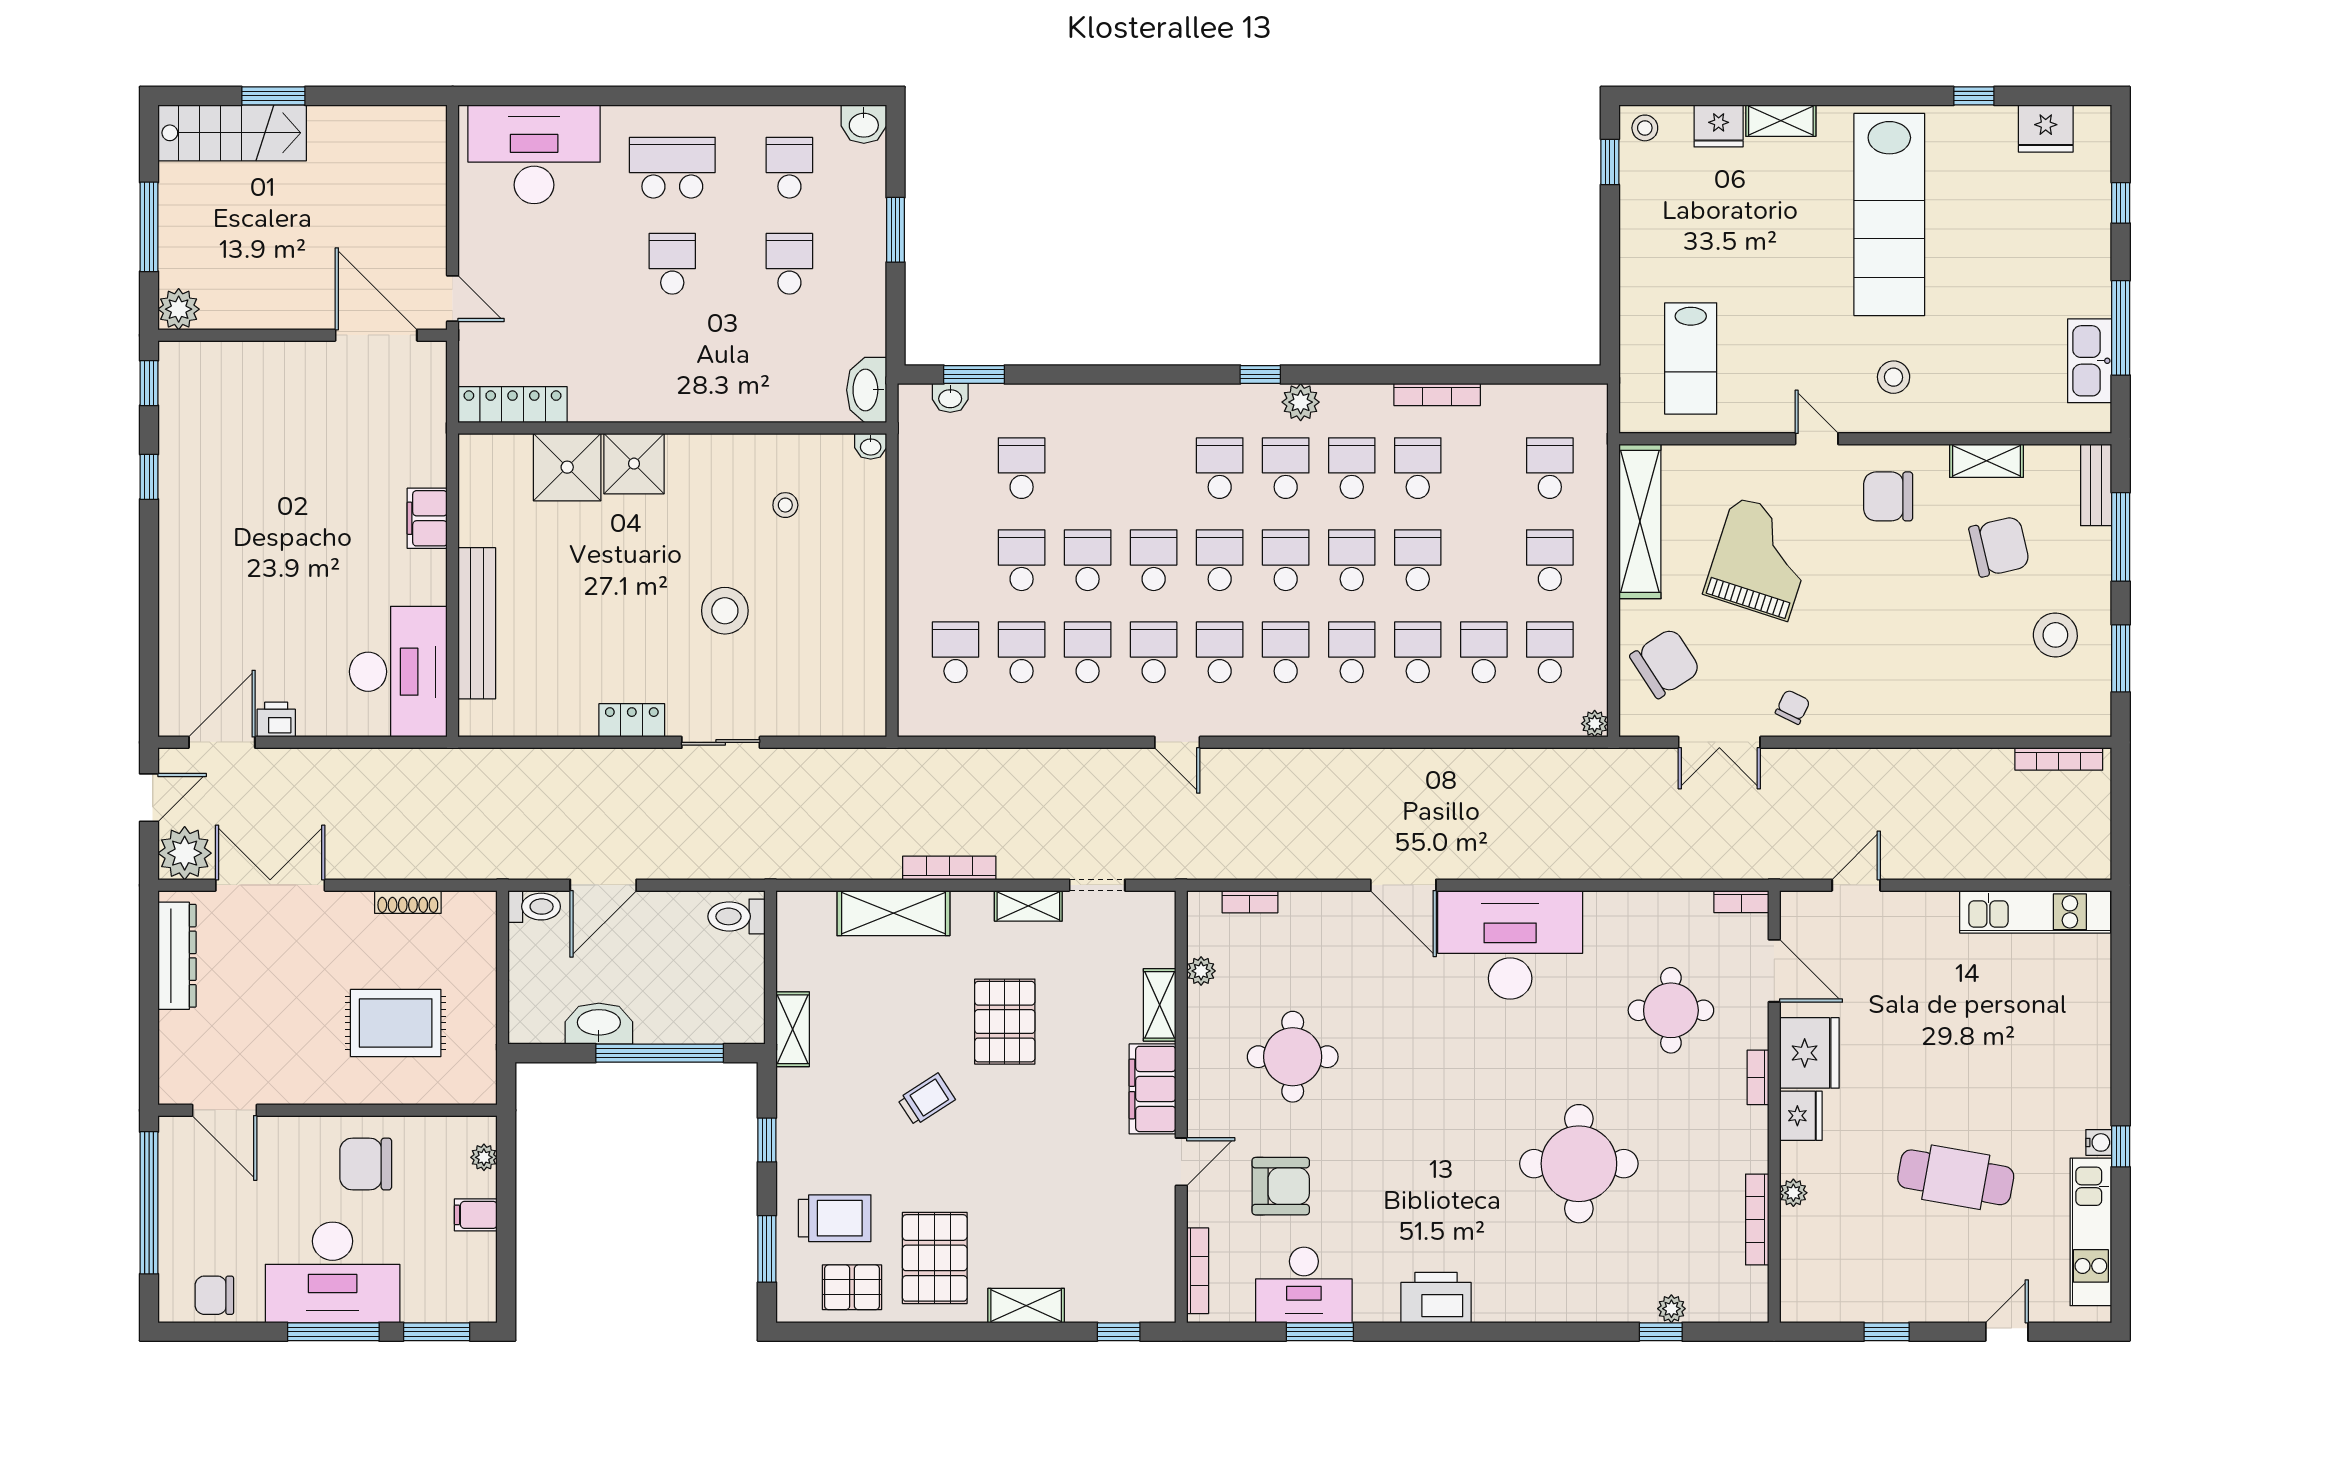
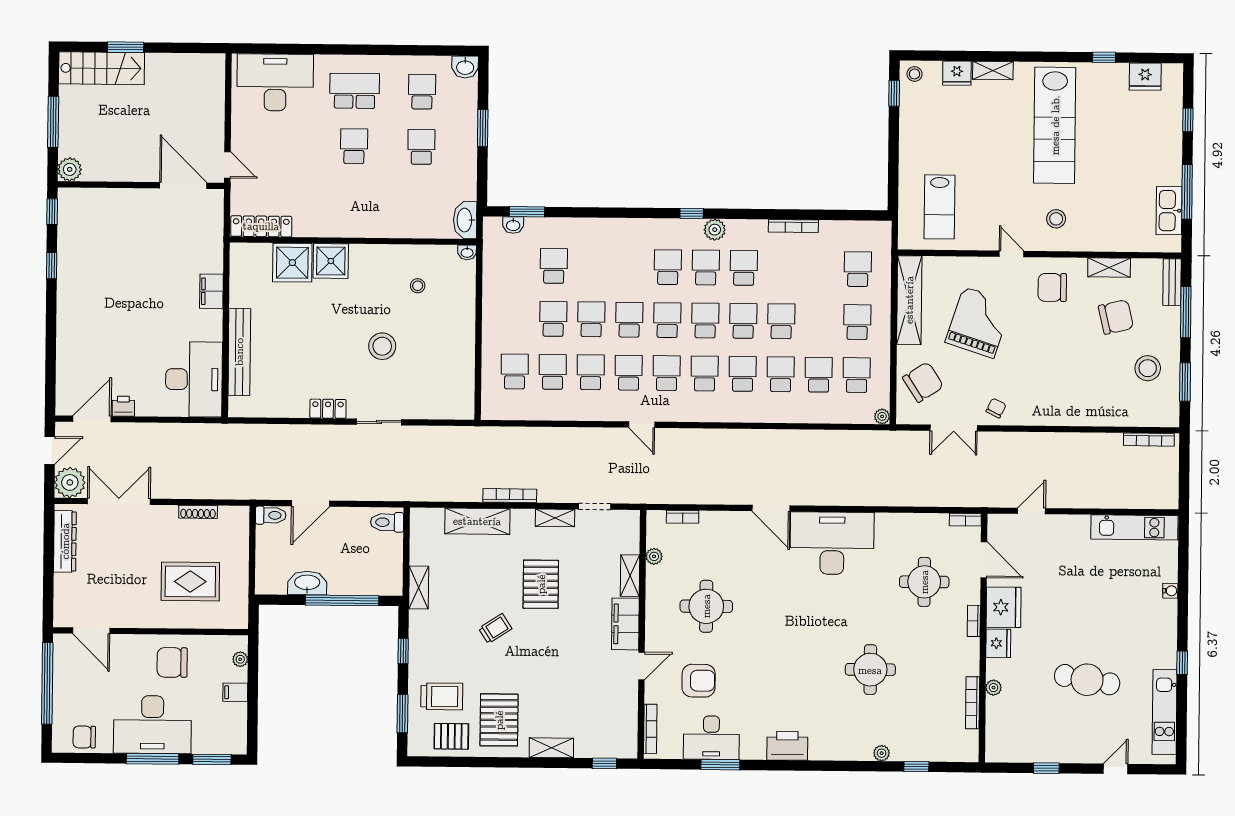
school desk: (1418, 468) -> (782, 268), removed
water cooler: (2099, 1142) -> (1170, 591), moved
round table: (1579, 1164) -> (870, 670), width x0.73, depth x0.73
plant: (1671, 1309) -> (882, 753), moved

